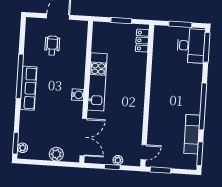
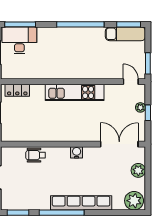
wheelchair: (52, 45) -> (36, 155), moved
kitchen unit: (97, 82) -> (75, 92), moved, turned 180
row of seats: (29, 88) -> (81, 203), width x1.36
exam couch: (192, 134) -> (125, 34), moved
window: (16, 143) -> (18, 213), moved
plant: (23, 148) -> (134, 201), width x1.87, depth x1.87

